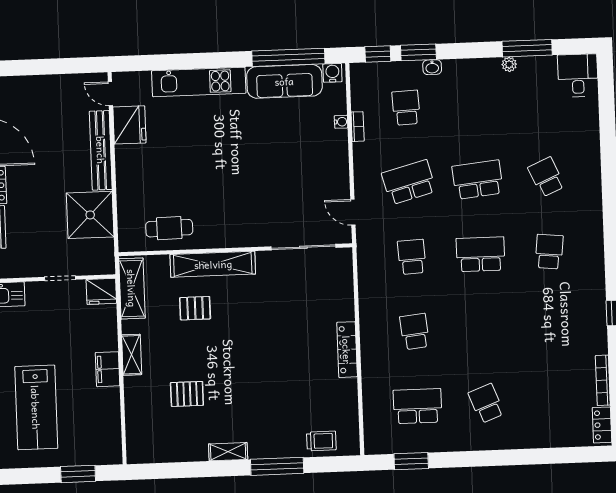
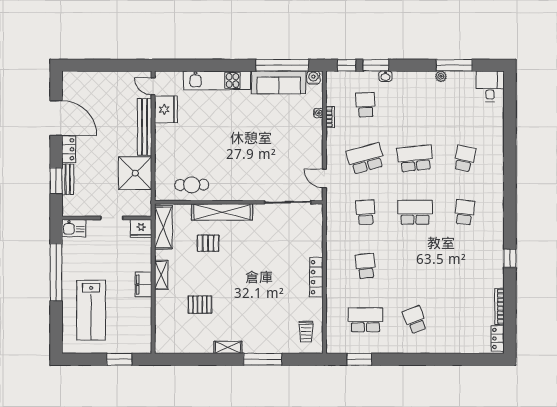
school desk: (546, 177) -> (464, 158), turned 36
trolley: (321, 441) -> (306, 332), moved, turned 90

